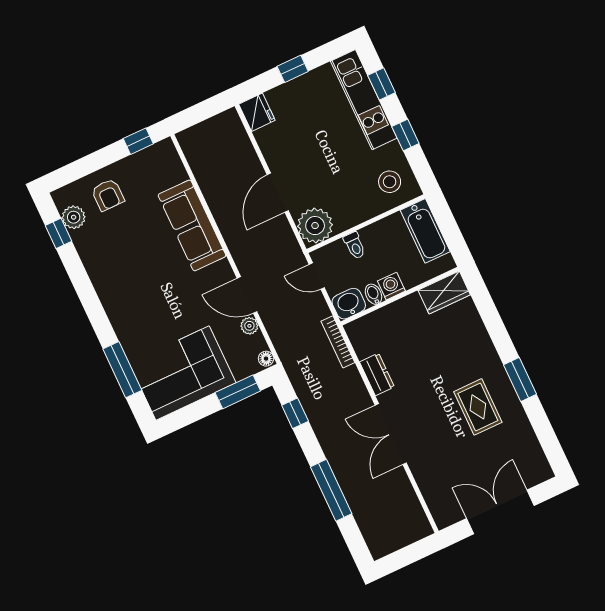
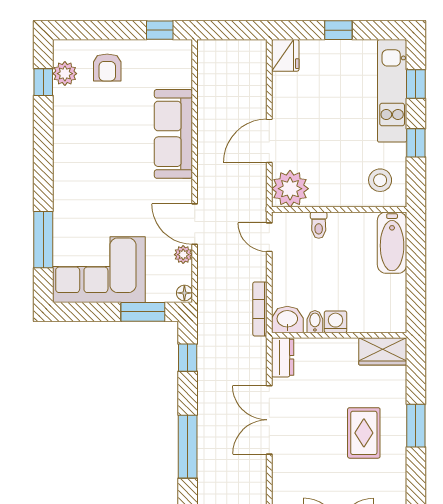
washing machine: (391, 286) -> (336, 322), moved
wardrobe: (444, 293) -> (383, 351), moved
bidet: (373, 294) -> (315, 322), moved
wall: (400, 296) -> (339, 335), moved
washbasin: (349, 304) -> (287, 320), moved

